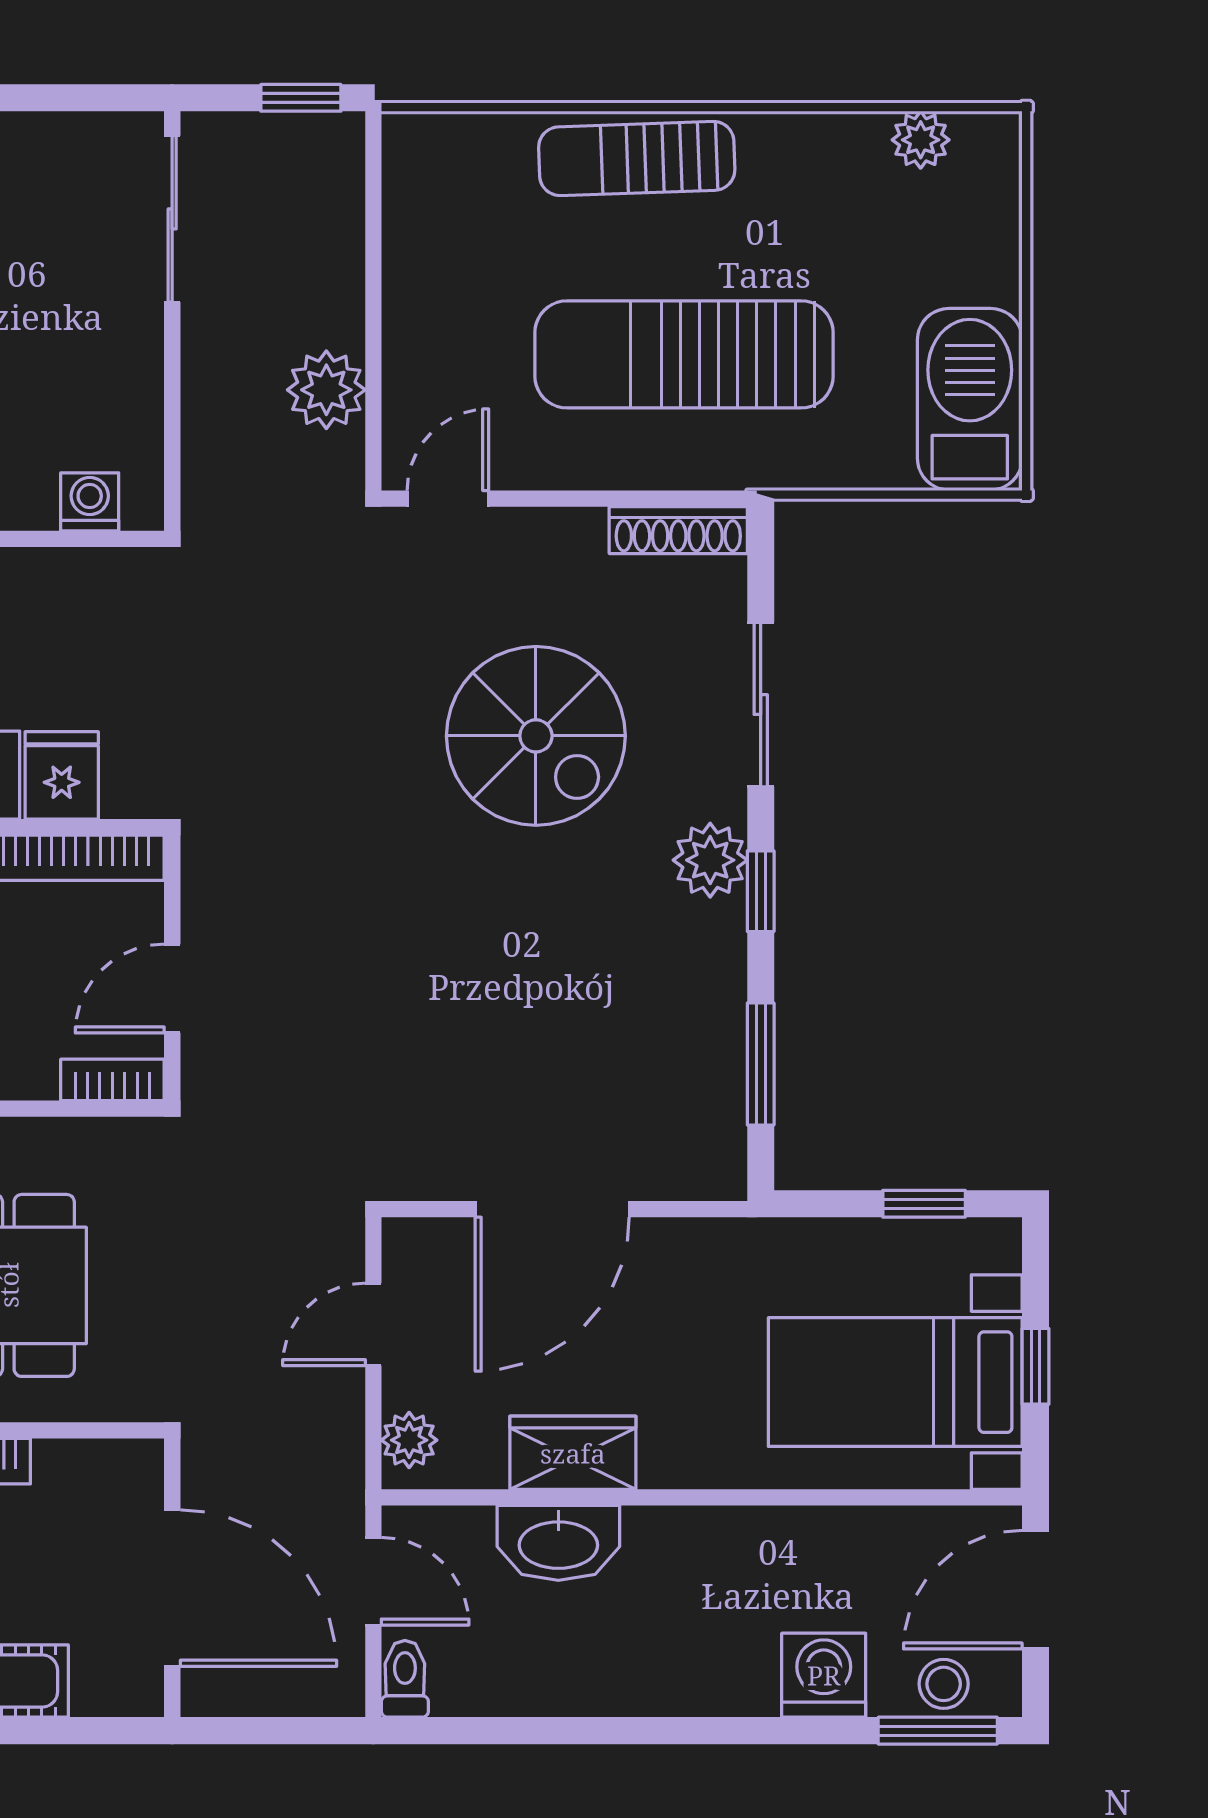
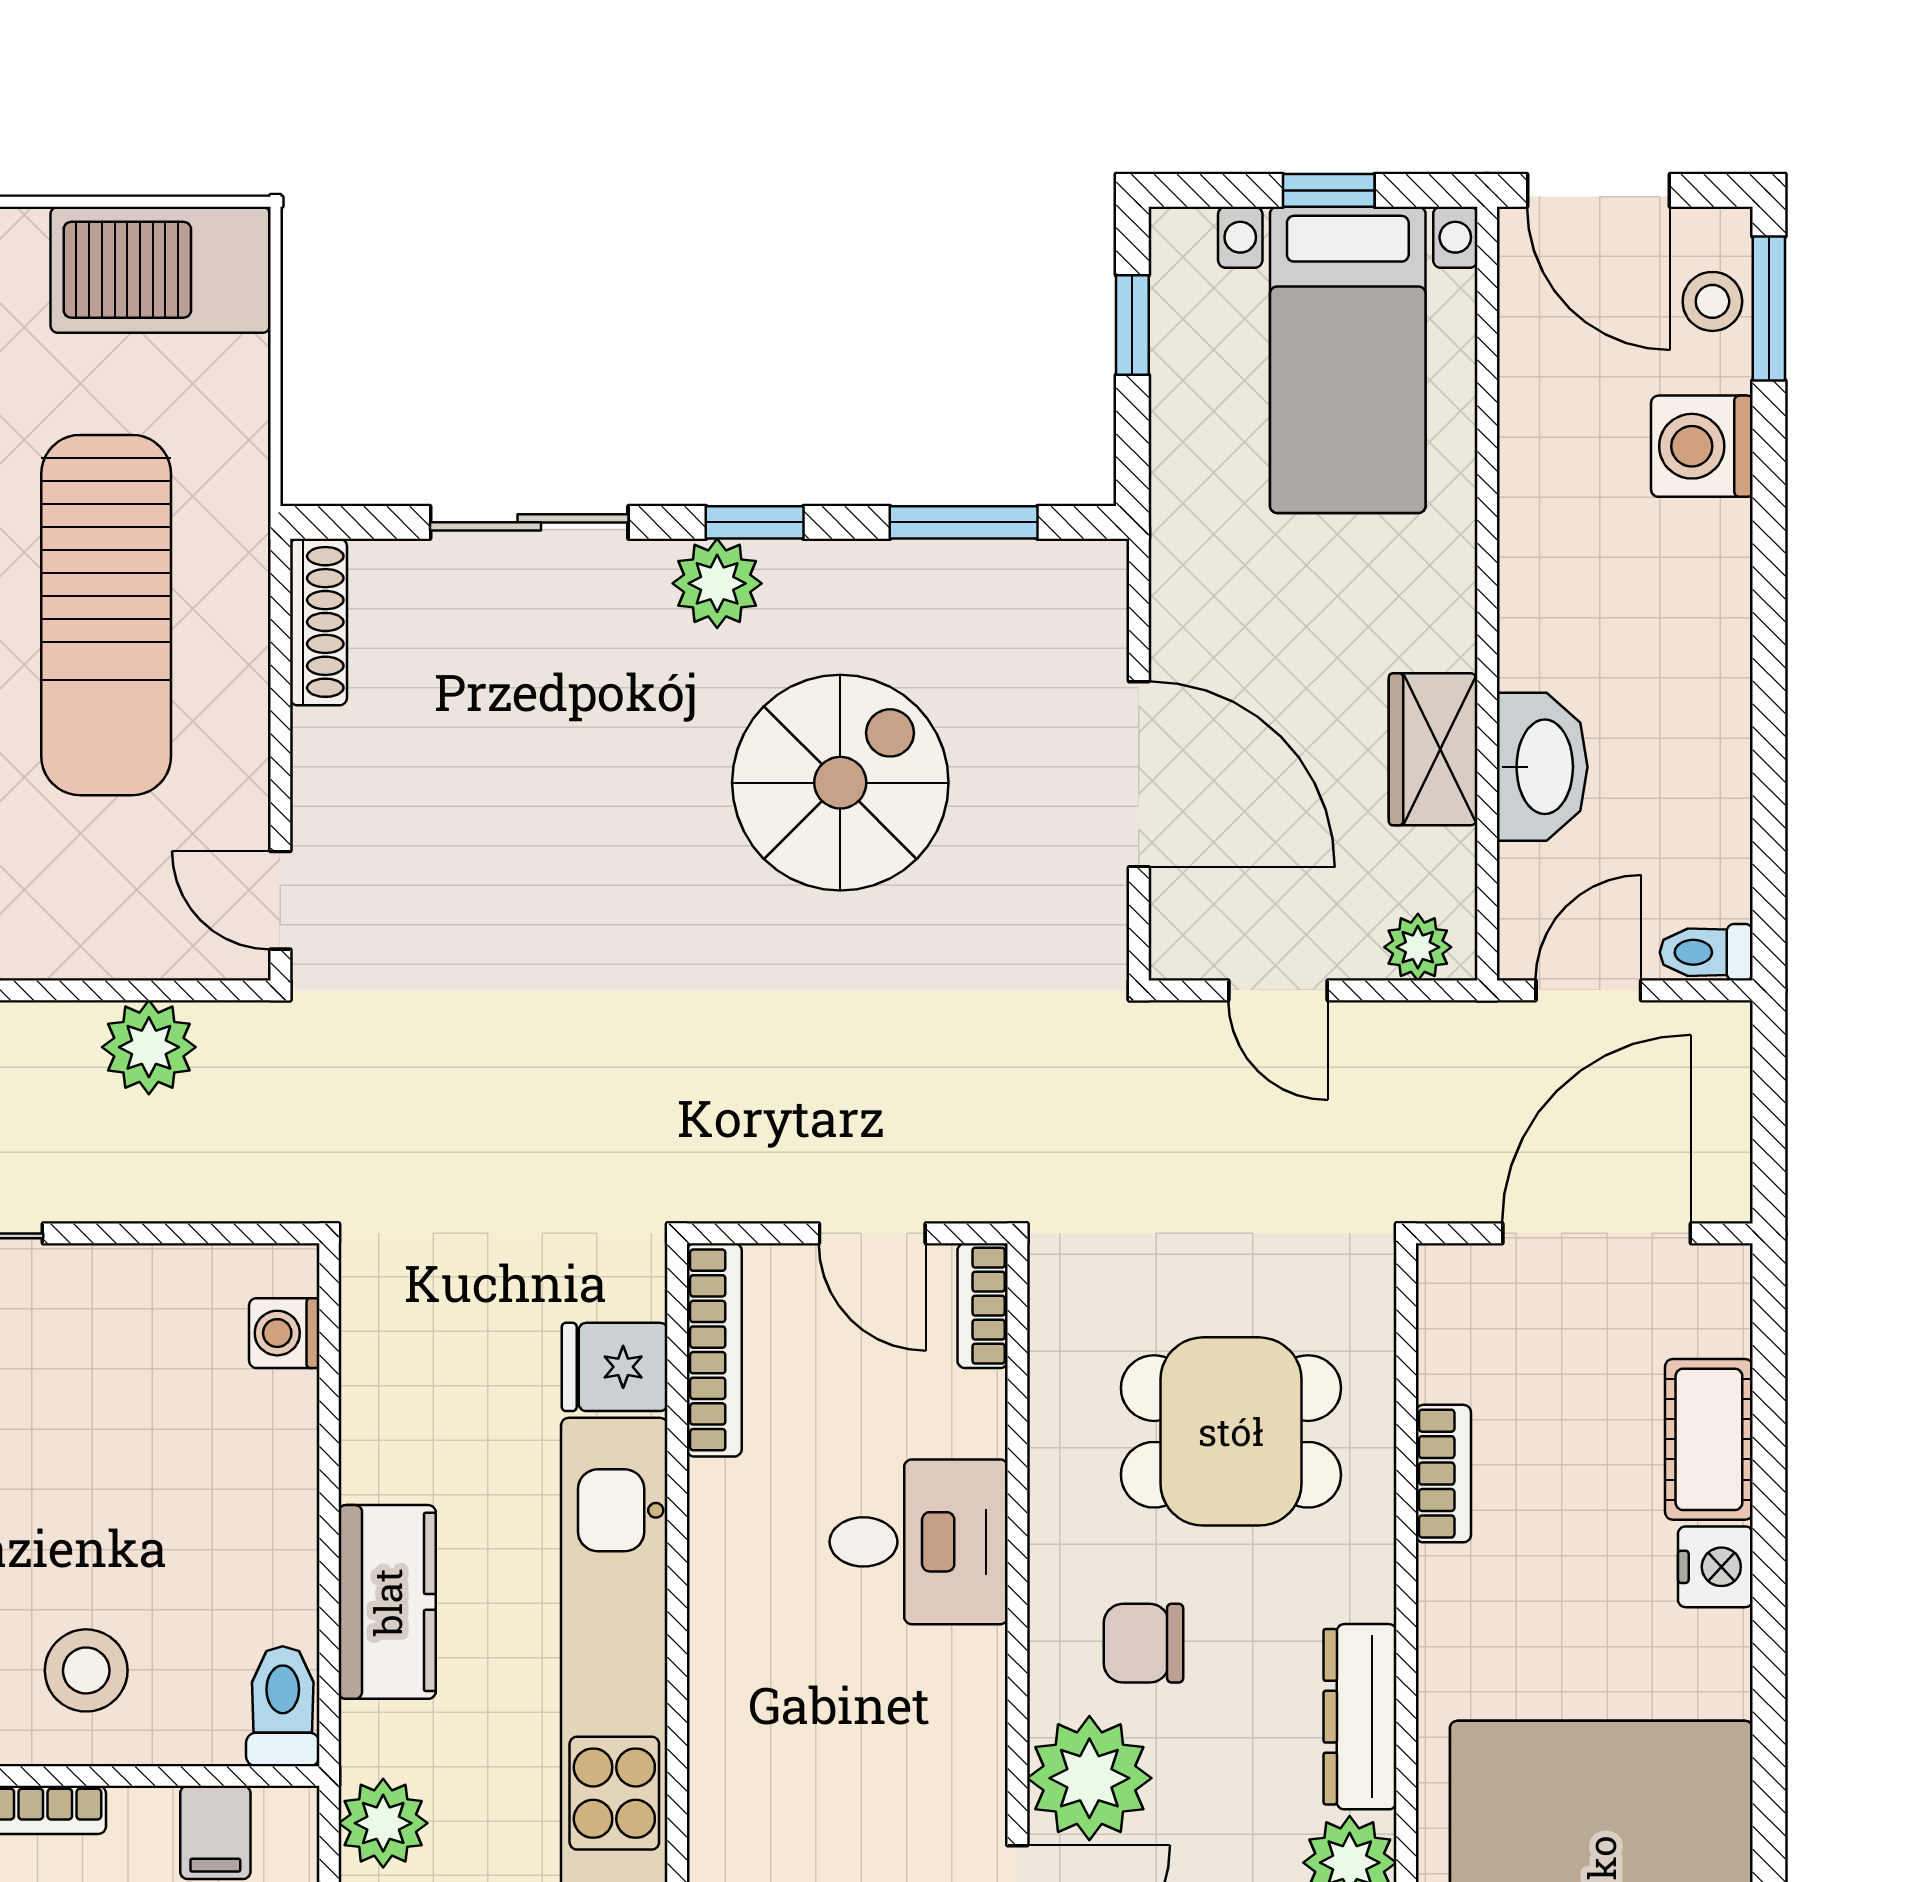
spiral stairs: (536, 736) -> (840, 783), moved

